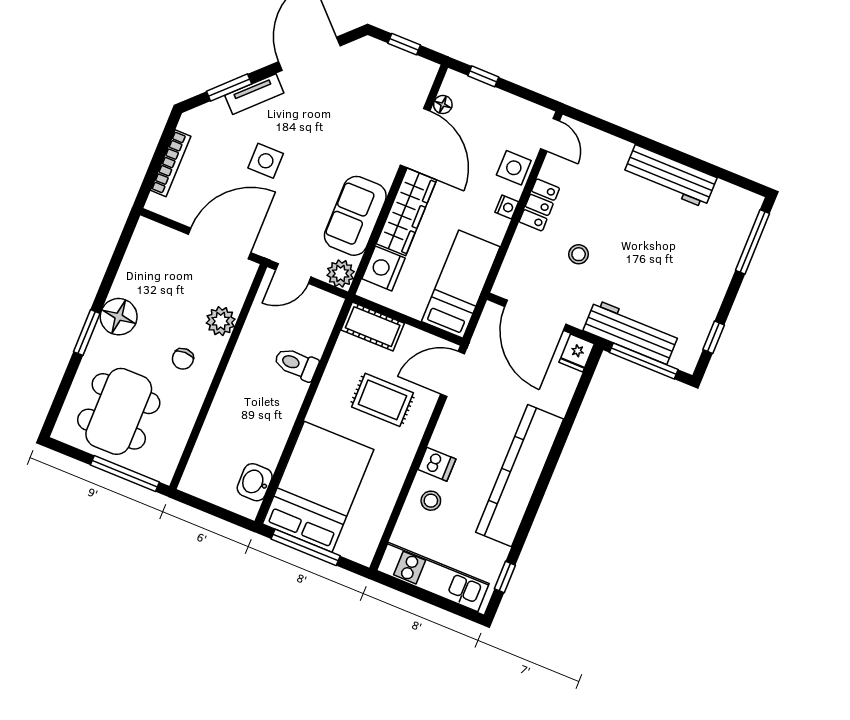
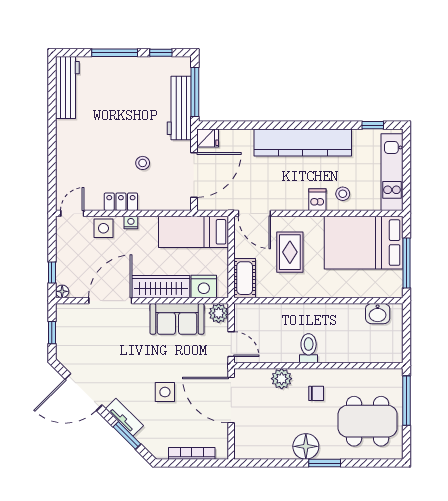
floor lamp: (443, 105) -> (62, 291), moved
workbench: (670, 176) -> (67, 88), moved
window: (752, 242) -> (115, 53), moved
toilet: (296, 364) -> (309, 348), moved, turned 180
bed: (318, 487) -> (364, 243), moved

